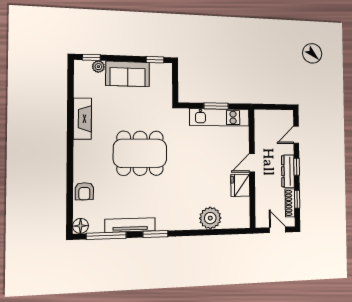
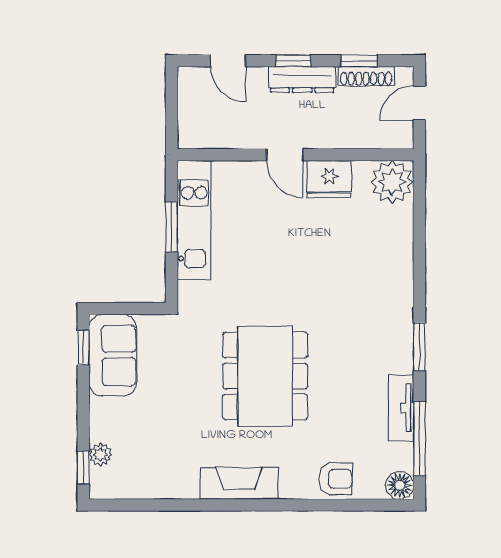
sofa: (128, 74) -> (113, 355), moved
fireplace: (82, 119) -> (239, 483), moved
plant: (210, 218) -> (392, 182), moved
tv unit: (130, 225) -> (401, 408), width x0.71

